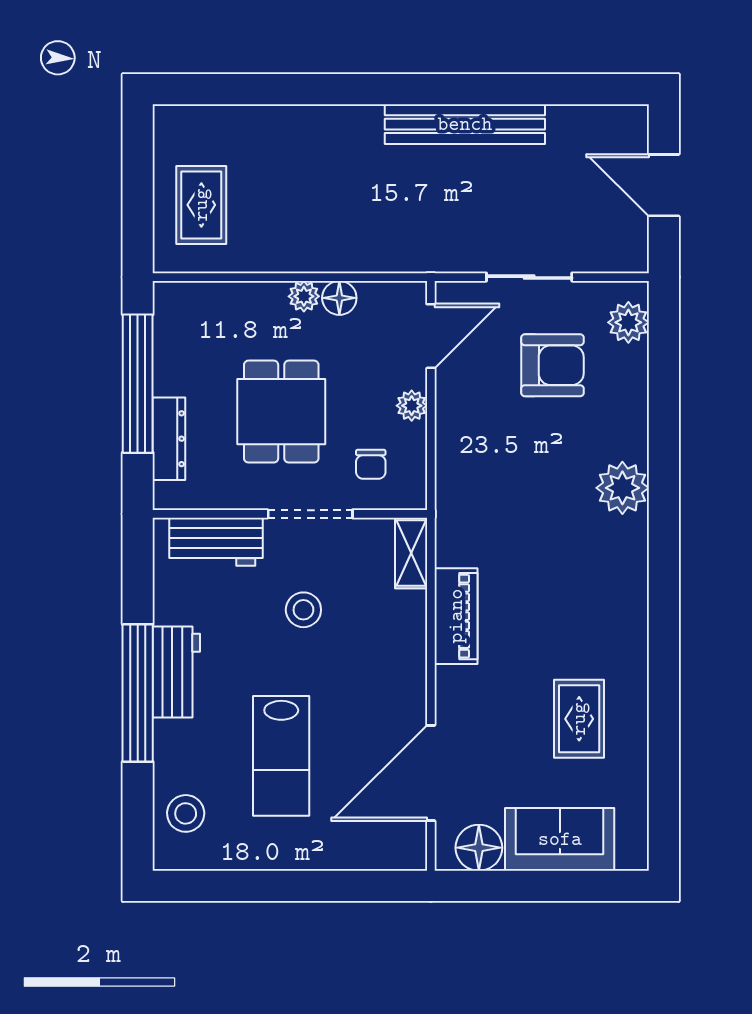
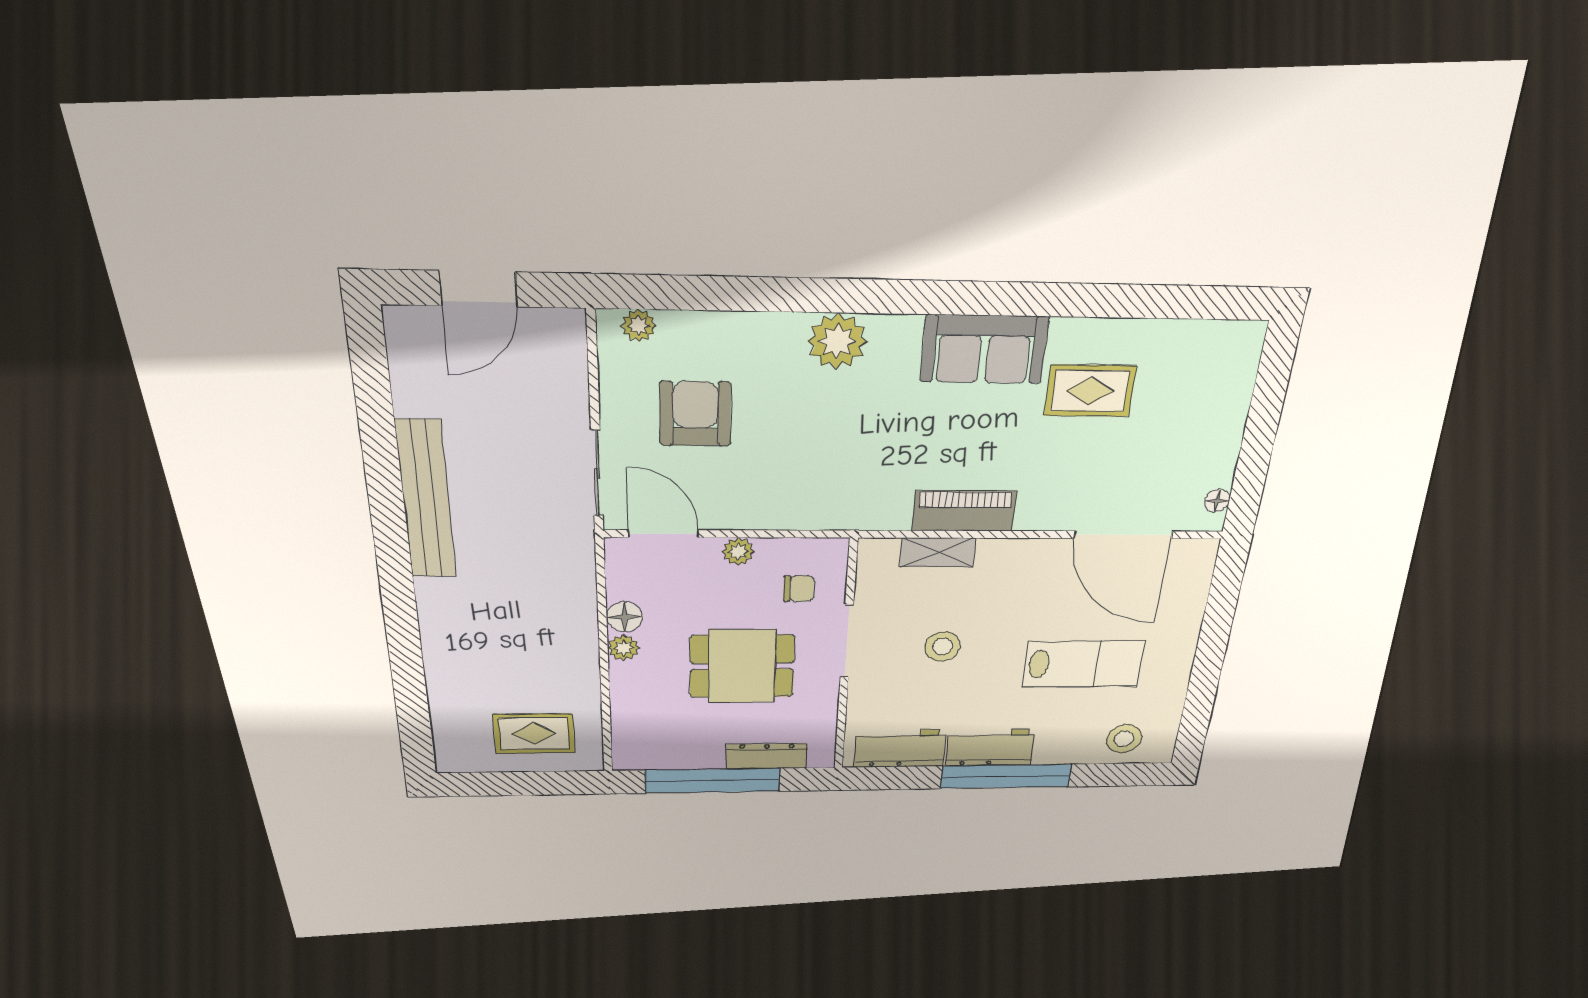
sliding door: (529, 277) -> (597, 473), moved
plant: (628, 322) -> (638, 326), width x0.73, depth x0.73
workbench: (216, 542) -> (900, 748), moved, turned -90
shelving: (411, 553) -> (938, 552), moved
sofa: (560, 839) -> (984, 349), moved, turned -90
floor lamp: (479, 848) -> (1217, 501), width x0.53, depth x0.53

